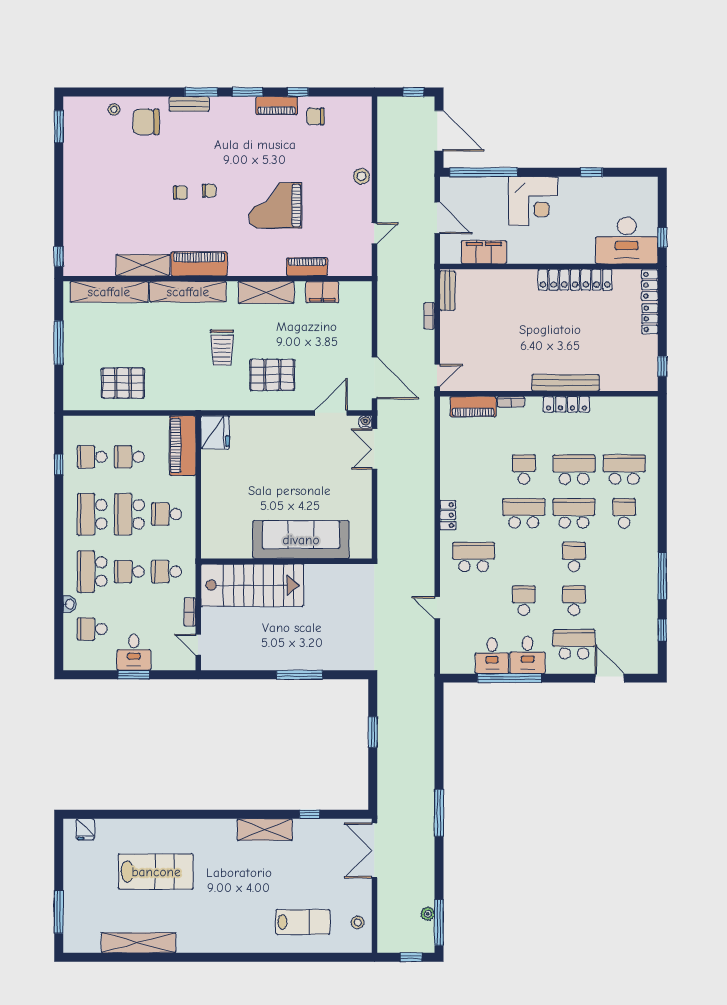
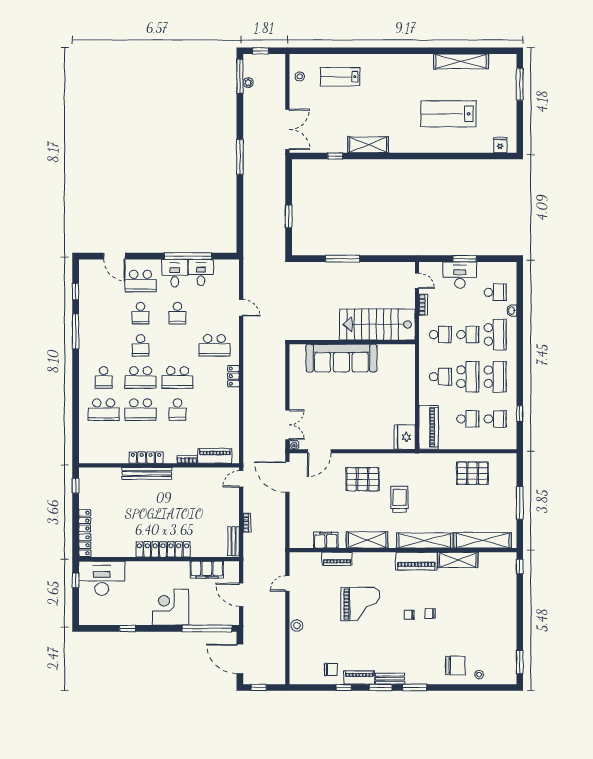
bench: (189, 104) -> (390, 679), moved
locker: (575, 280) -> (163, 549), moved
desk: (134, 652) -> (460, 275), width x1.37

